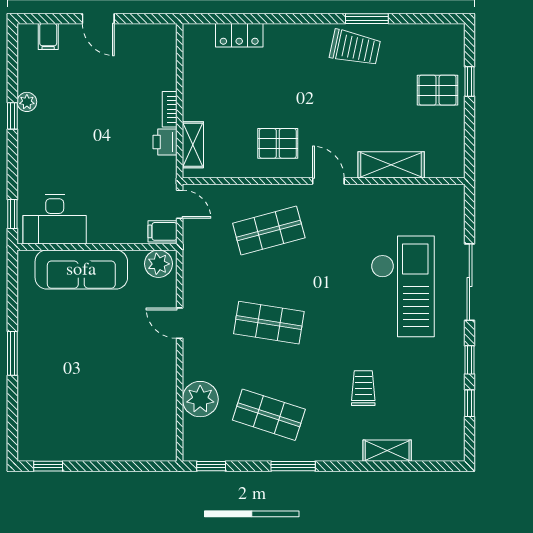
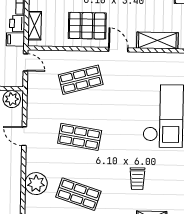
pallet: (278, 143) -> (87, 26), width x1.50, depth x1.42
filing cabinet: (162, 231) -> (15, 39), moved
trolley: (363, 388) -> (137, 179), turned 180

